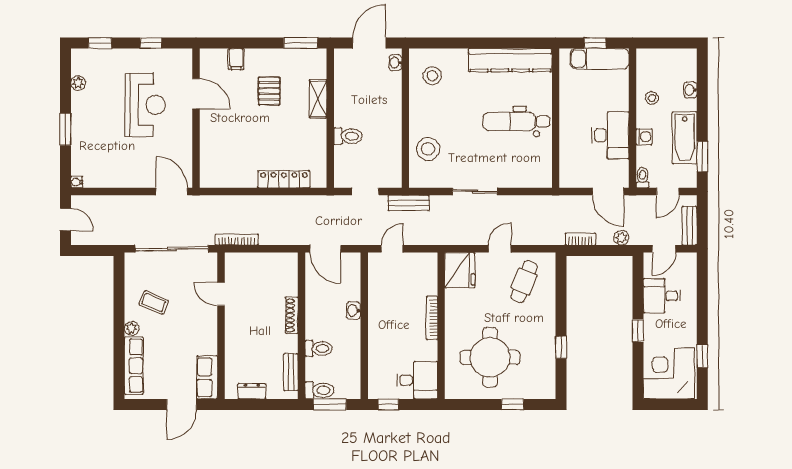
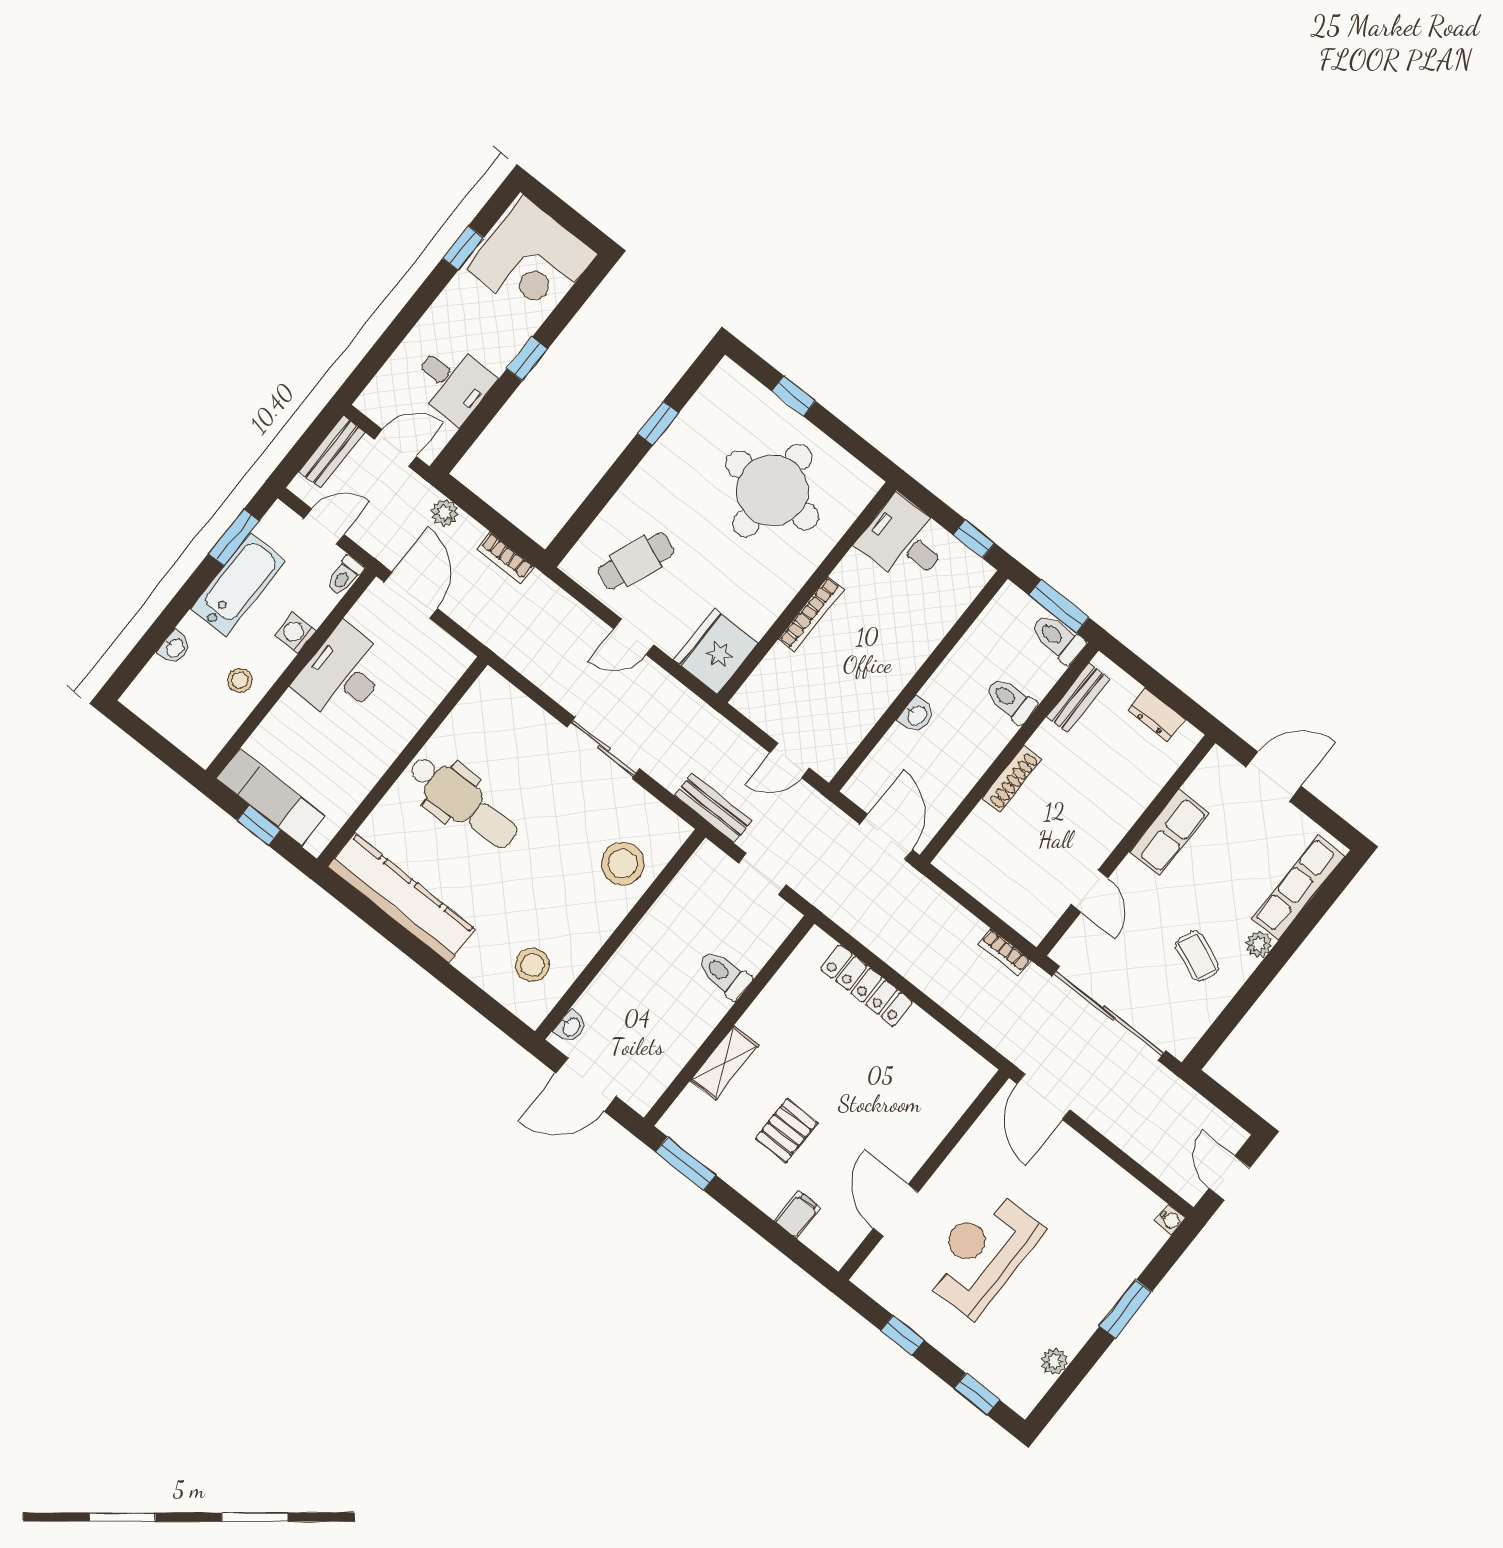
bookcase: (237, 240) -> (1004, 952), width x0.64
row of seats: (207, 377) -> (1169, 832), moved

